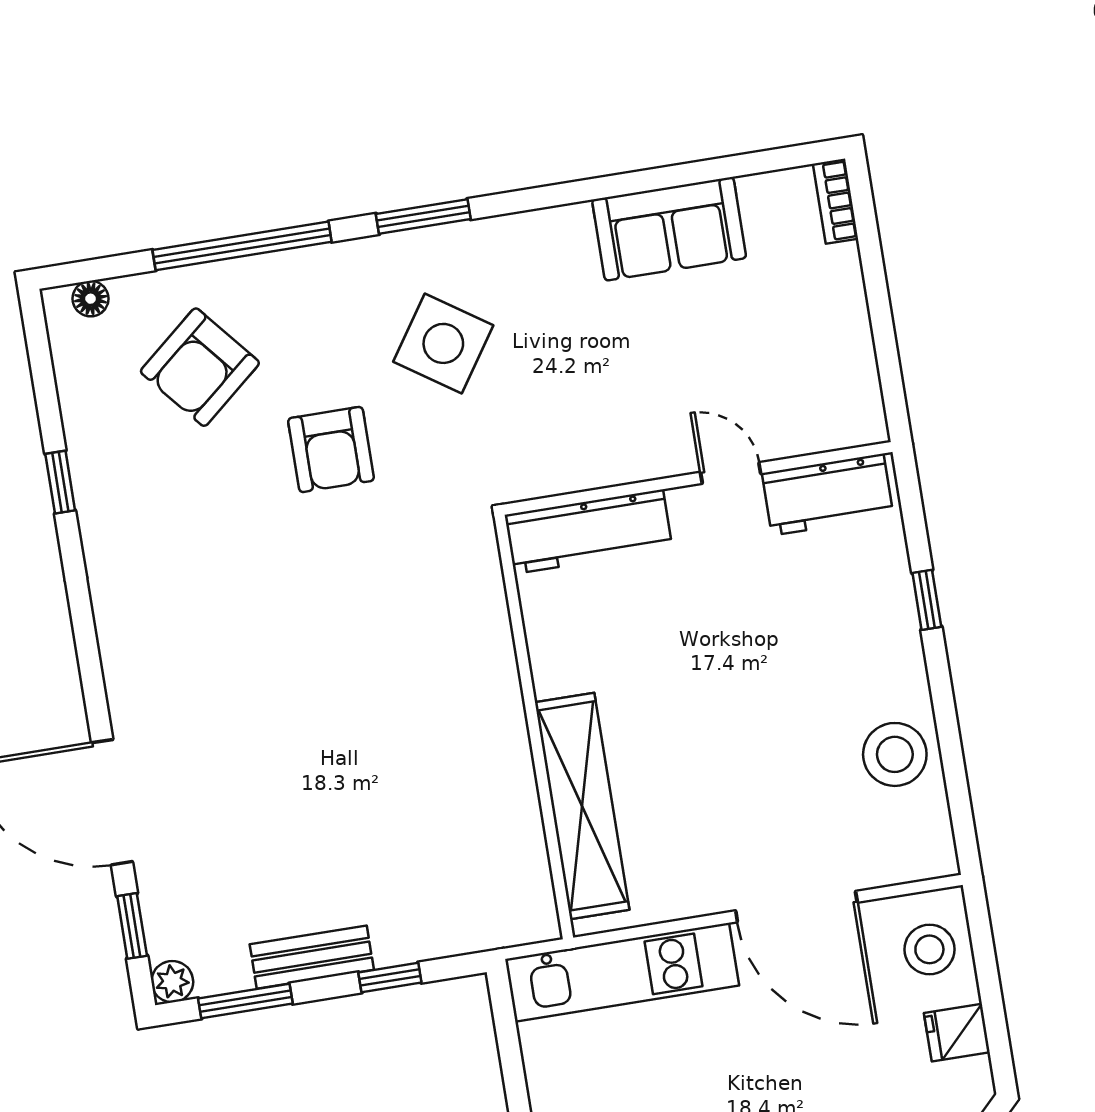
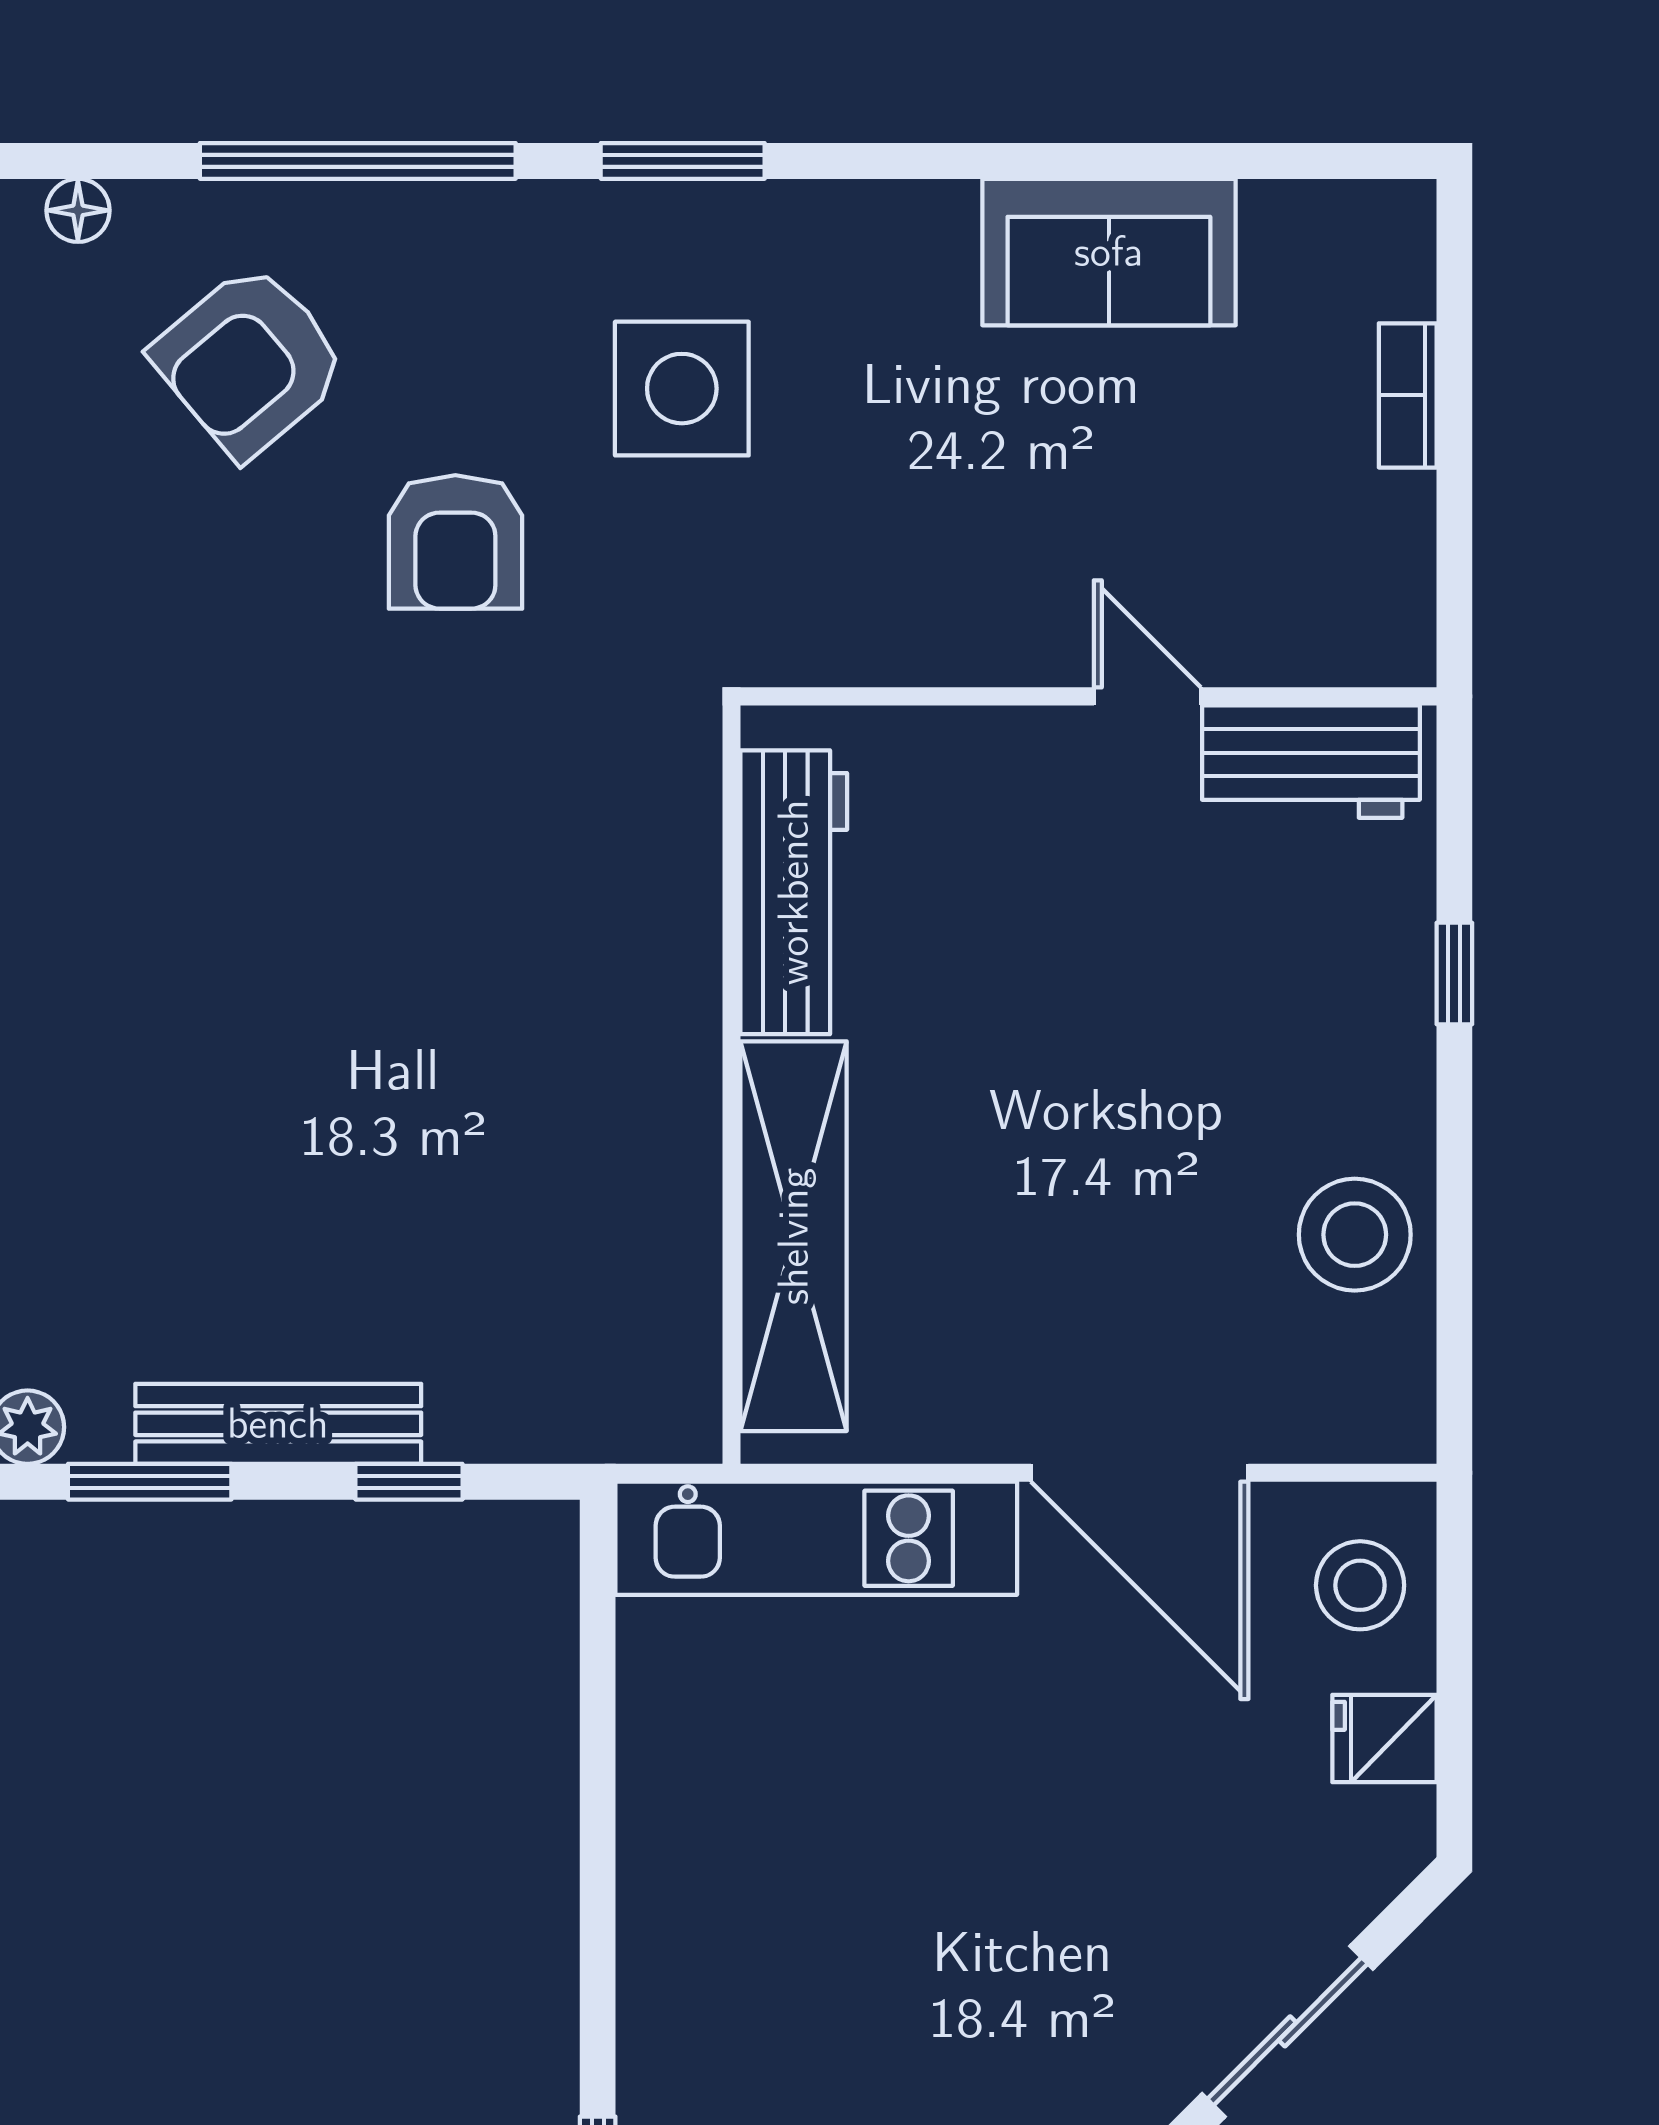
bookcase: (836, 201) -> (1408, 395), moved
side table: (443, 343) -> (682, 389), turned -34
workbench: (589, 532) -> (794, 892), moved, turned -90
bench: (312, 957) -> (278, 1424), width x1.36

